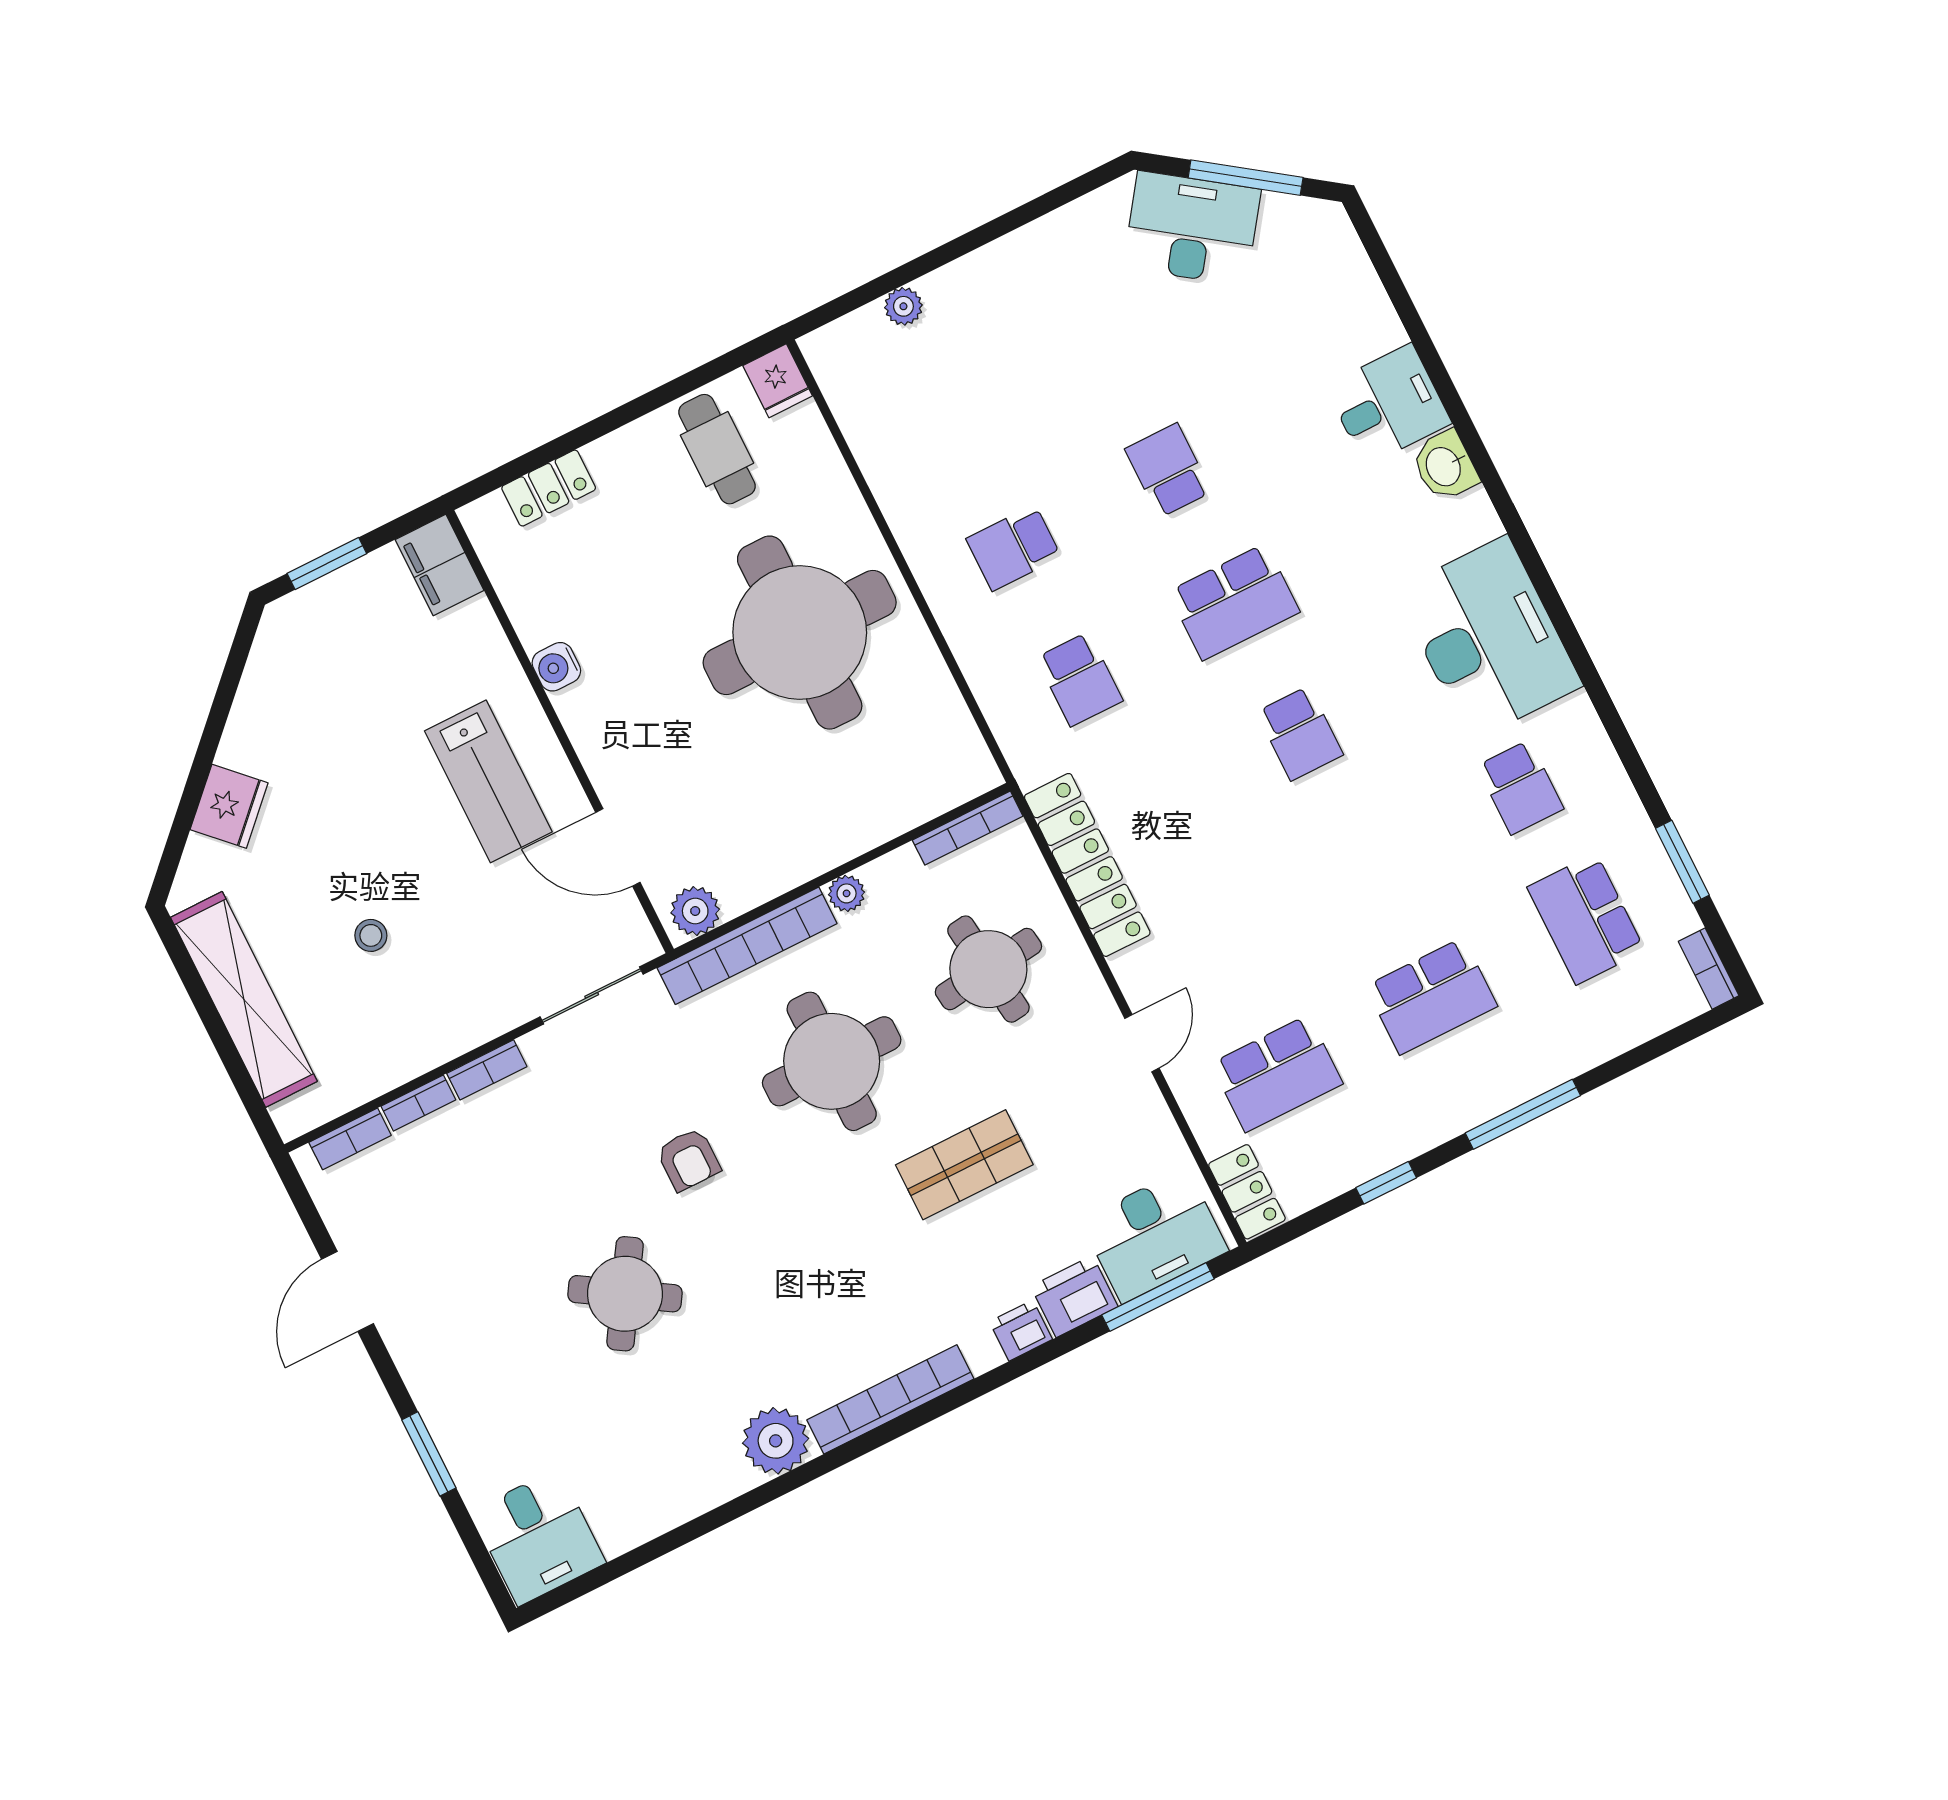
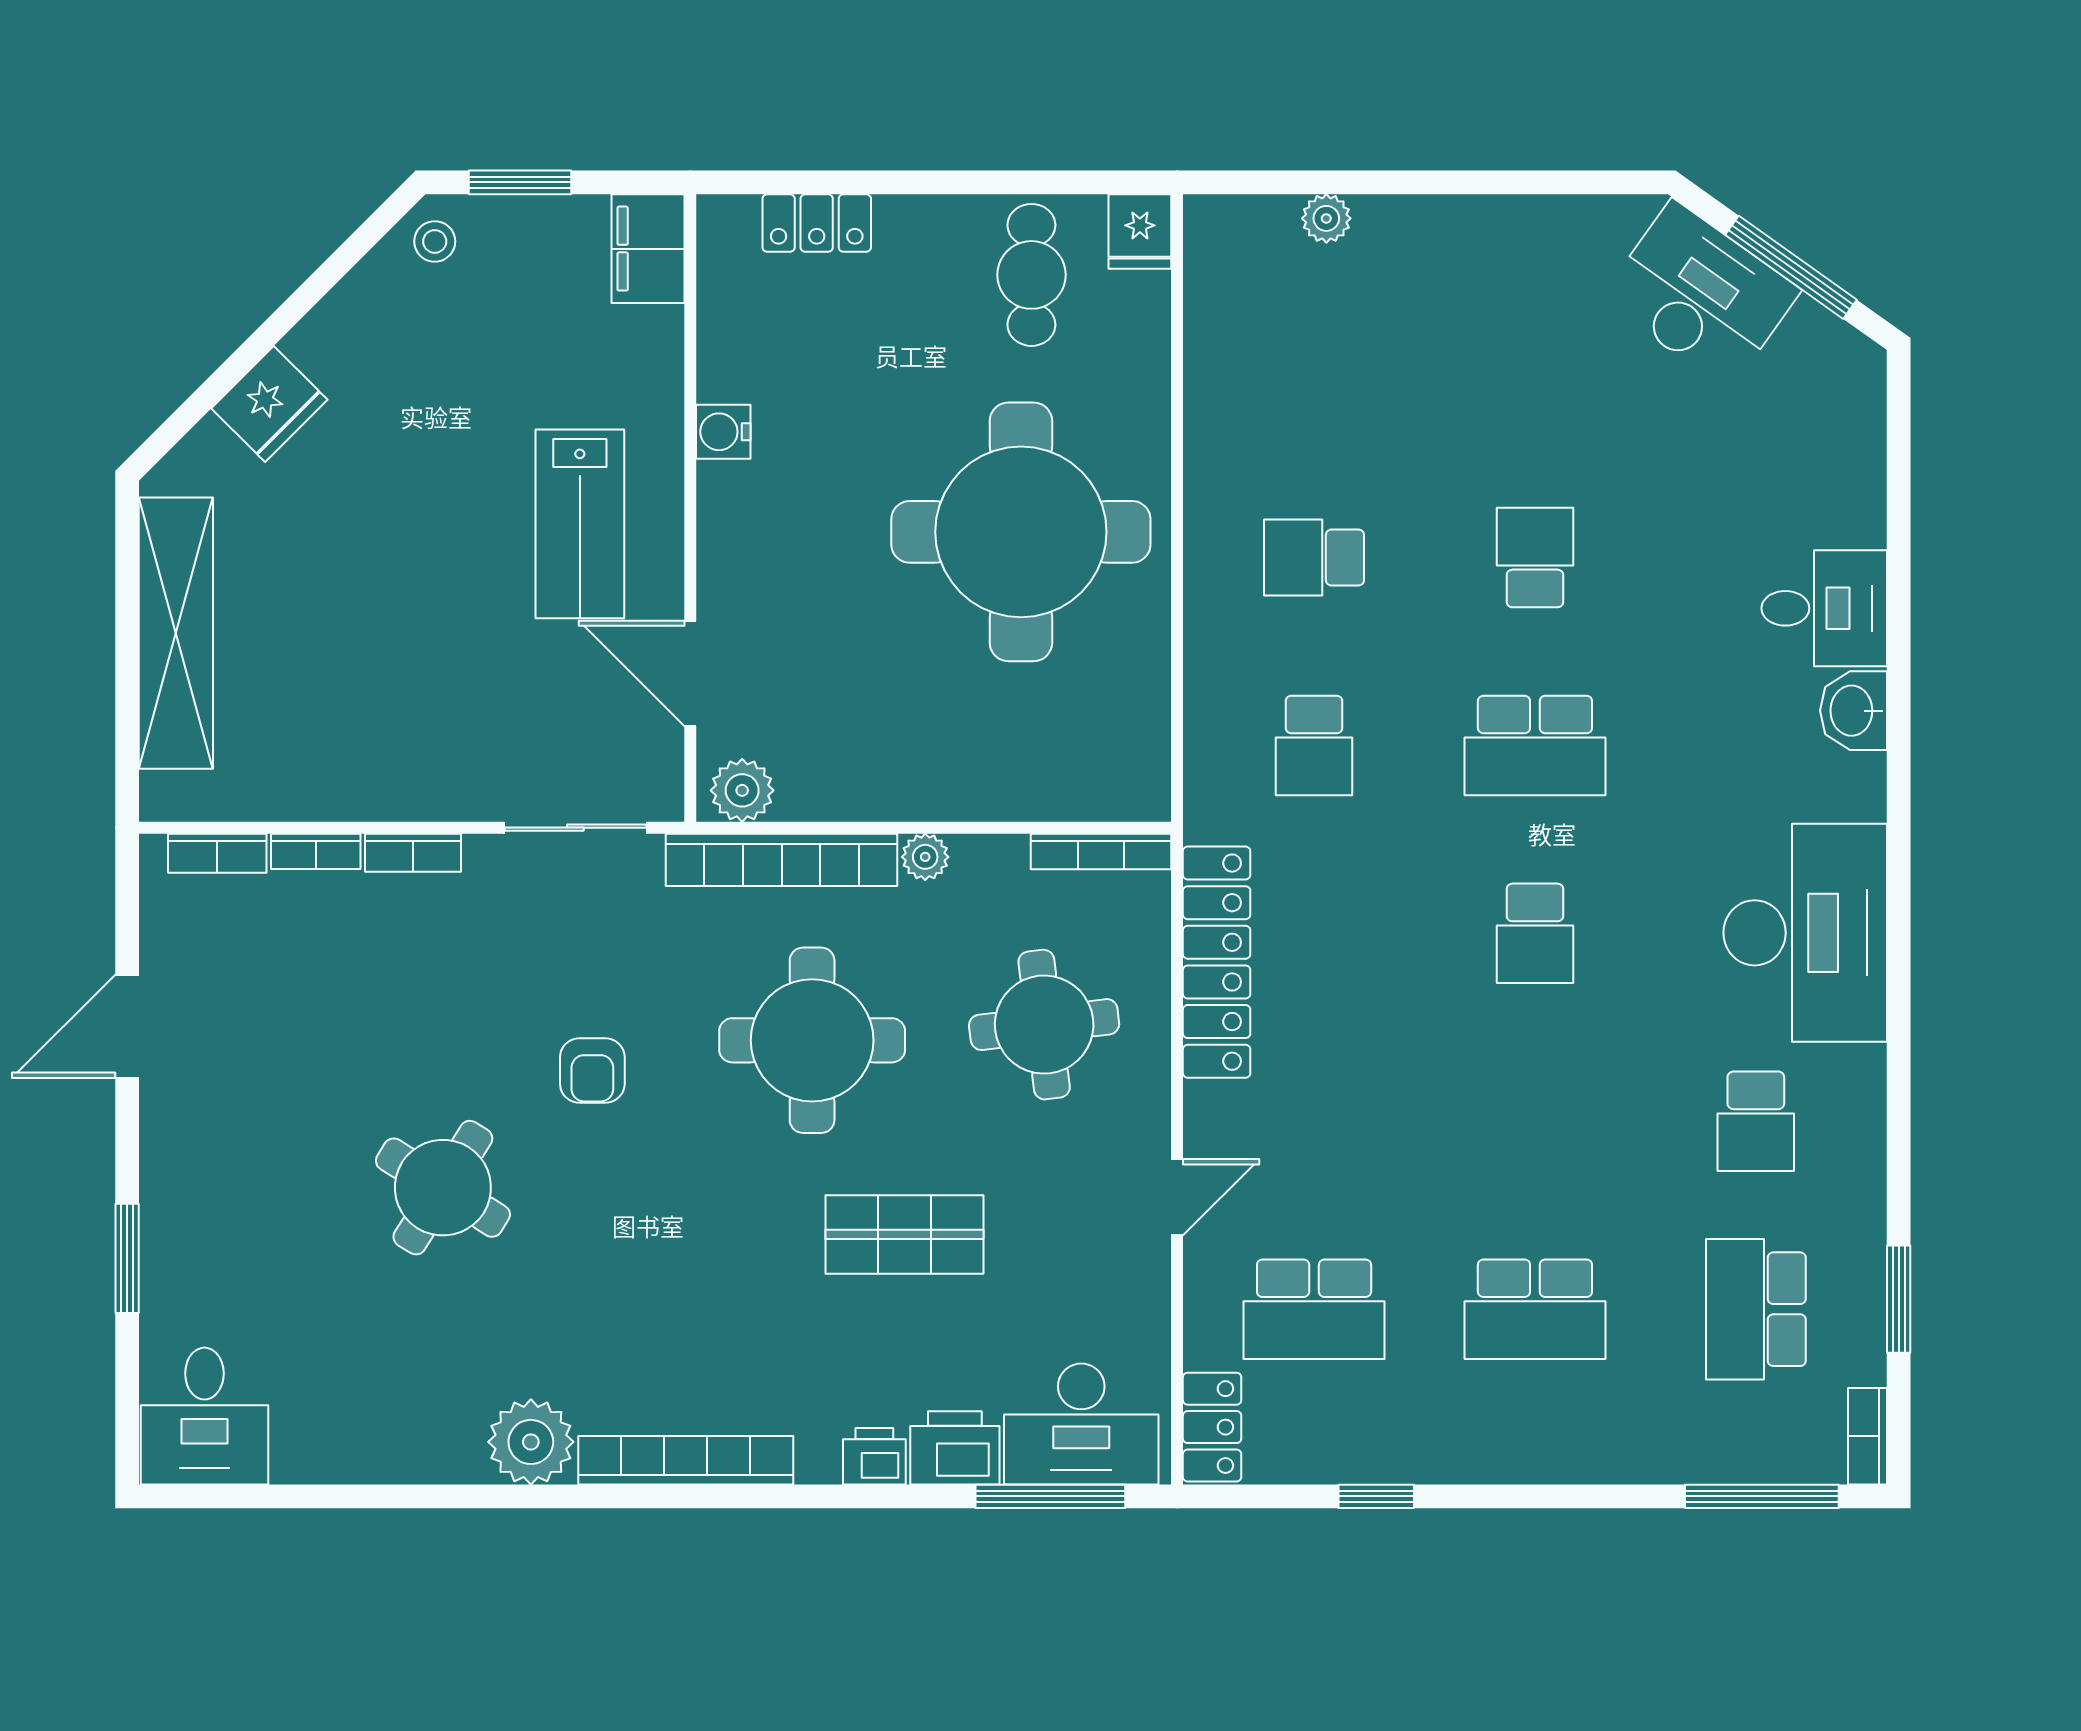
stool: (371, 935) -> (435, 241), moved
window: (1523, 1114) -> (1762, 1496), moved

